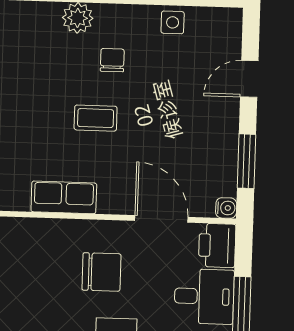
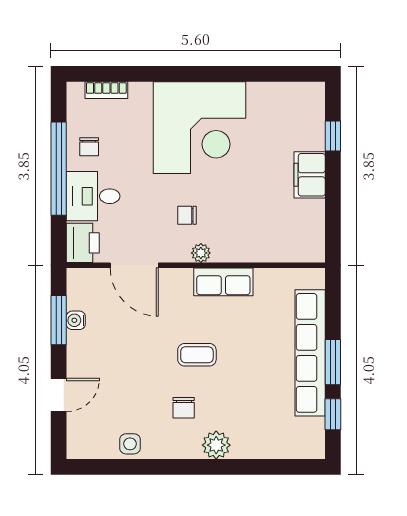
water cooler: (226, 208) -> (76, 320), moved
plant: (88, 230) -> (201, 253), added
chair: (102, 272) -> (187, 215), width x0.54, depth x0.54

